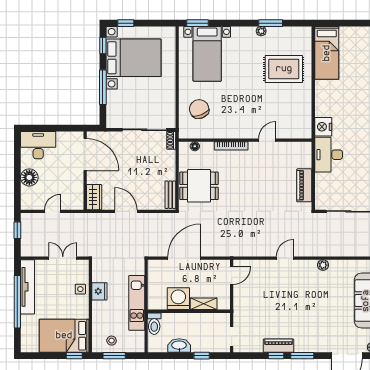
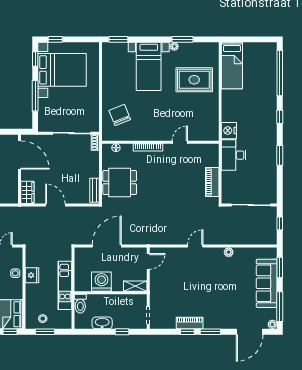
bed with nightstands: (207, 54) -> (149, 66), moved
shelving: (204, 304) -> (135, 286), moved

